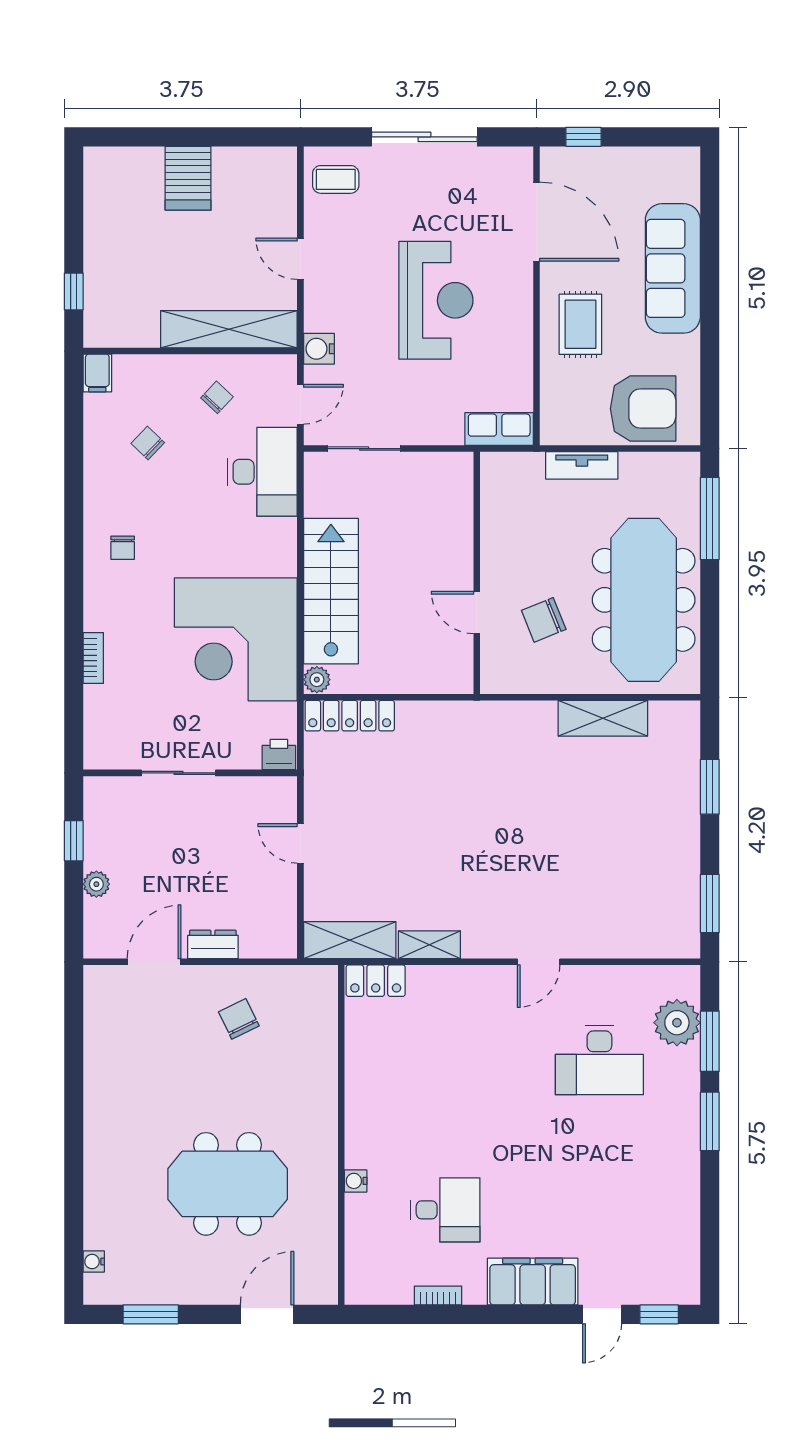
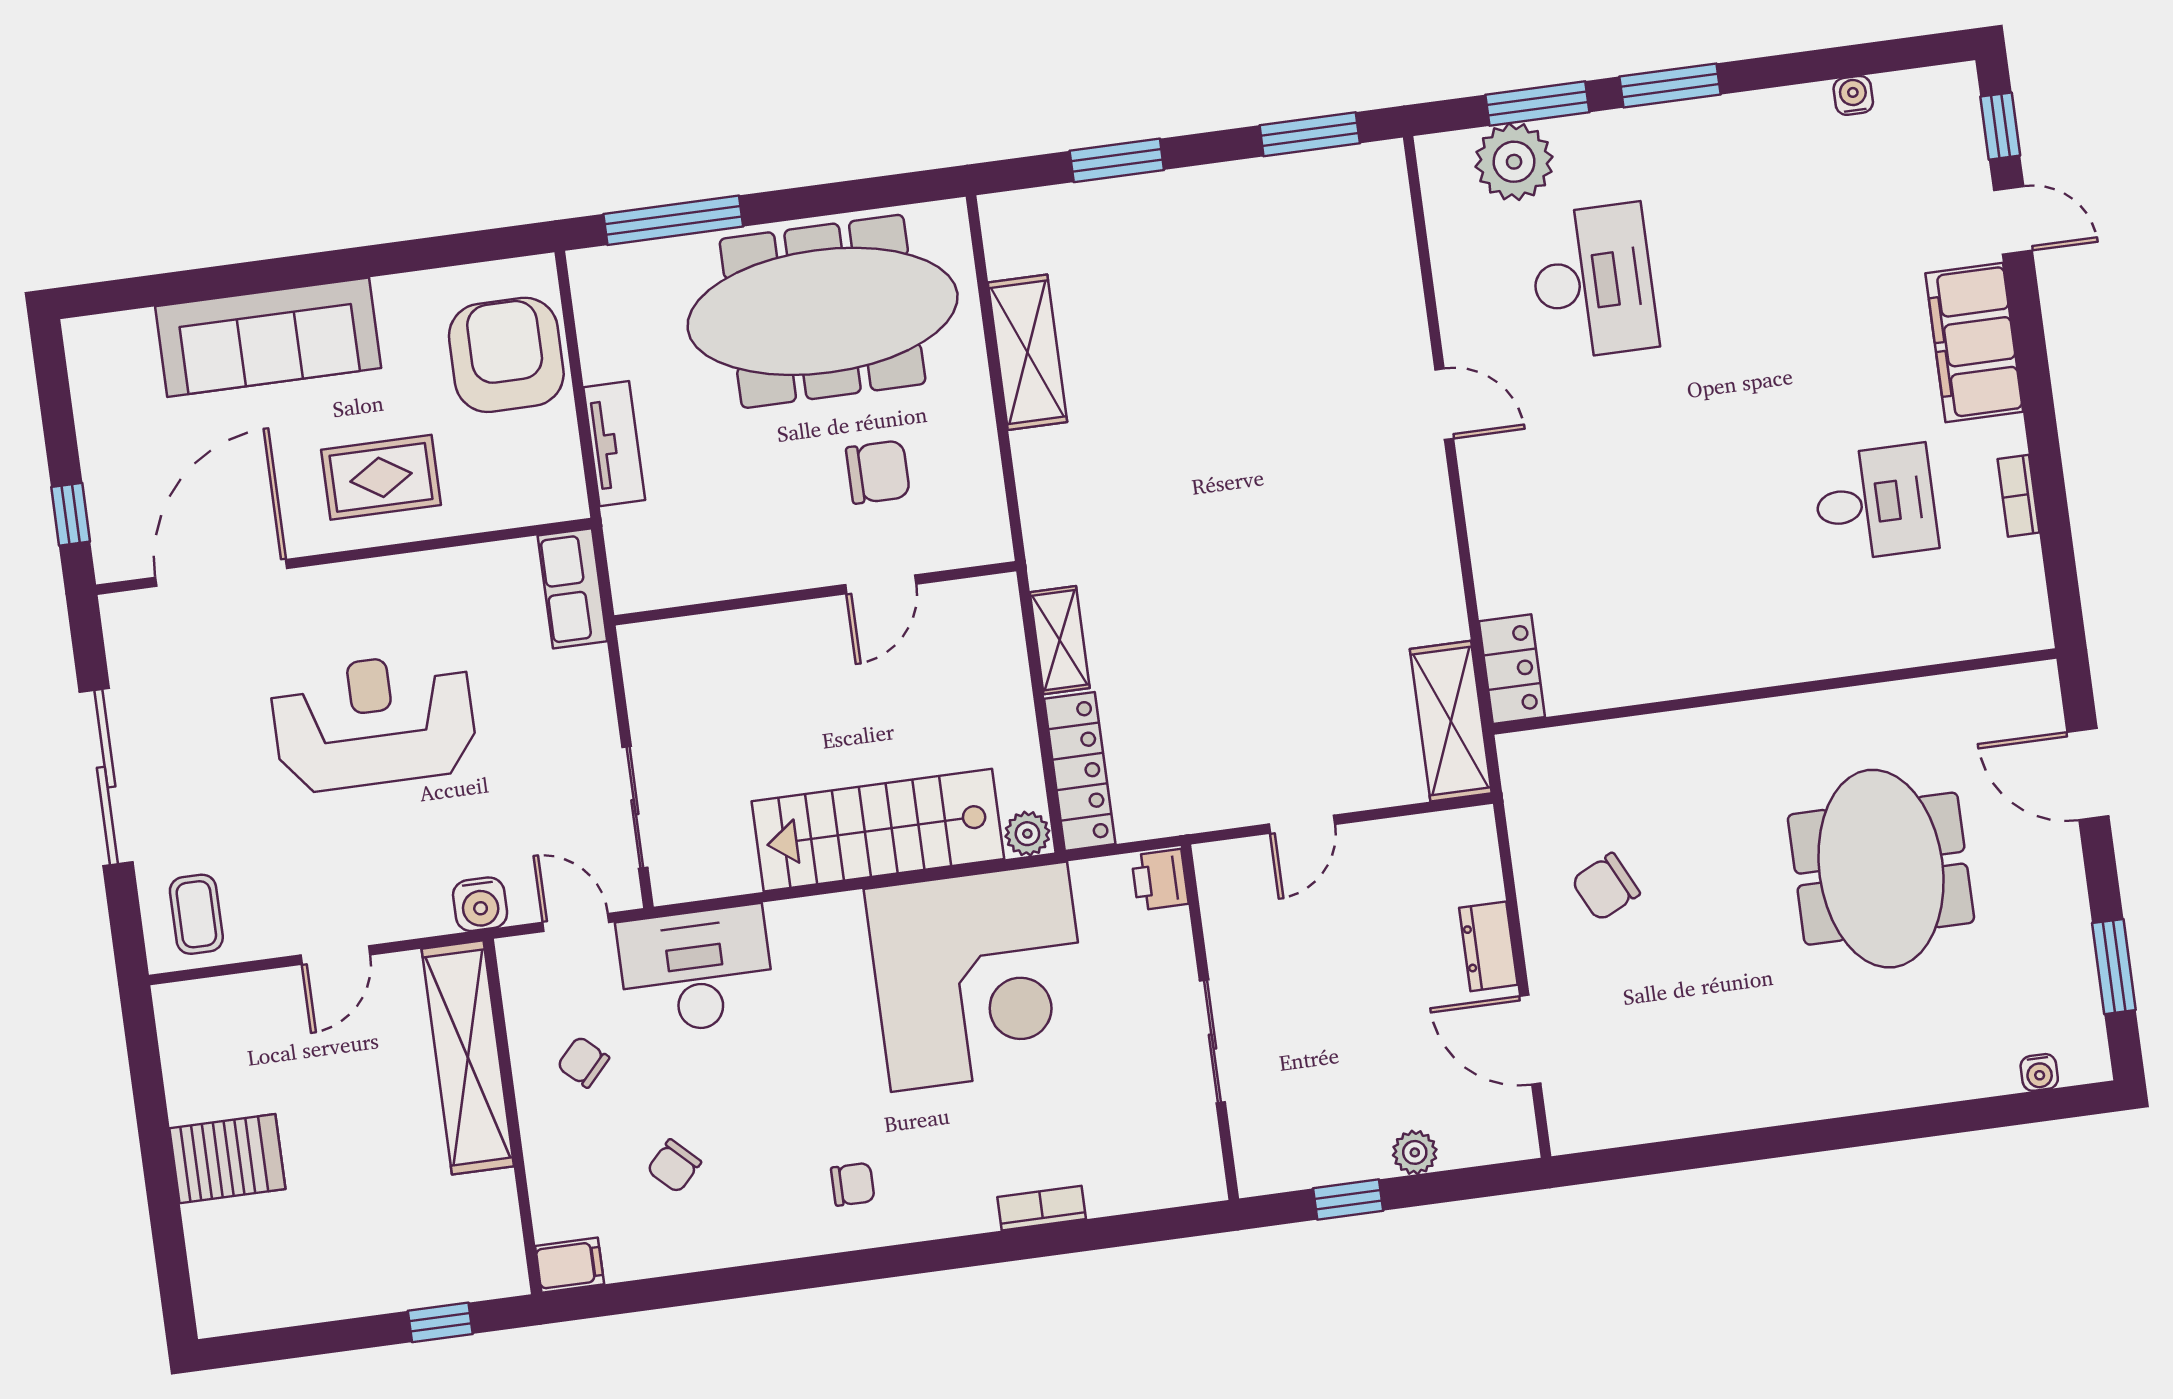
chair: (544, 620) -> (878, 472), turned -68
shelving: (429, 945) -> (1060, 640), moved
water cooler: (356, 1181) -> (1853, 95), moved, turned 180
desk: (445, 1210) -> (1875, 503), turned 90

